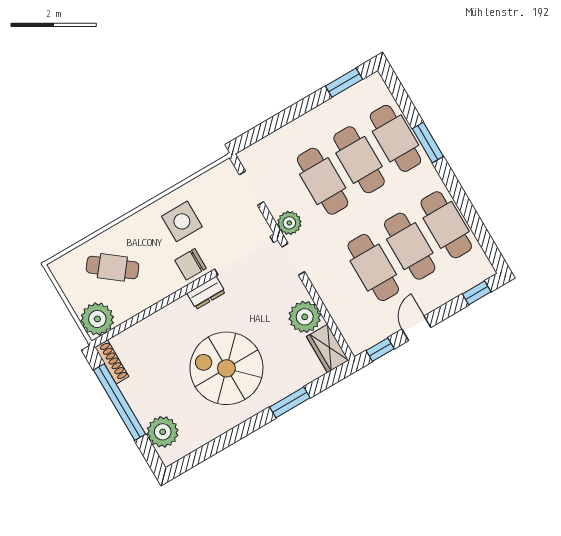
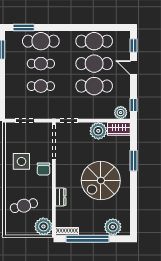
window: (428, 143) -> (24, 27), moved
cafe table: (359, 160) -> (41, 64), width x0.73, depth x0.74
cafe table: (323, 181) -> (41, 86), width x0.73, depth x0.74
plant: (289, 223) -> (121, 113), moved
cafe table: (112, 267) -> (24, 206), turned 37
dresser: (206, 293) -> (61, 197), moved
door: (416, 328) -> (134, 68), moved

